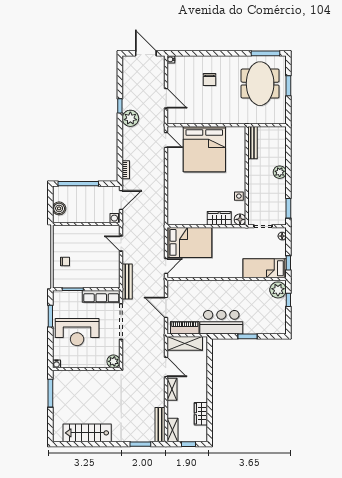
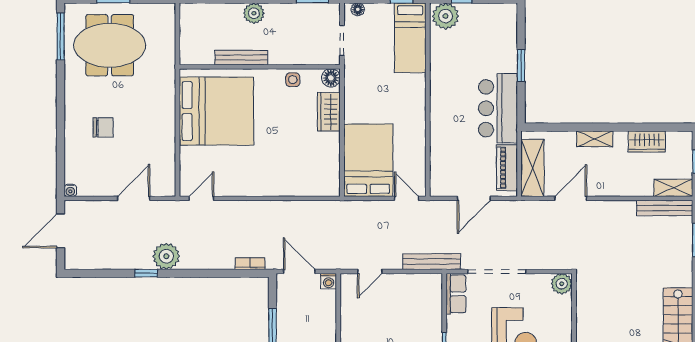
bench: (252, 143) -> (241, 58), moved
bed: (204, 149) -> (216, 111), moved
row of seats: (101, 296) -> (456, 294), width x0.68
shelving: (172, 389) -> (595, 139), moved

